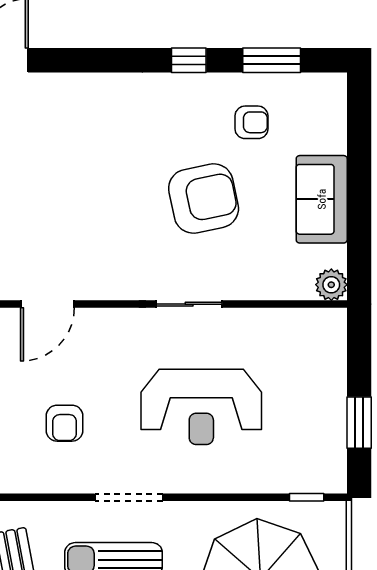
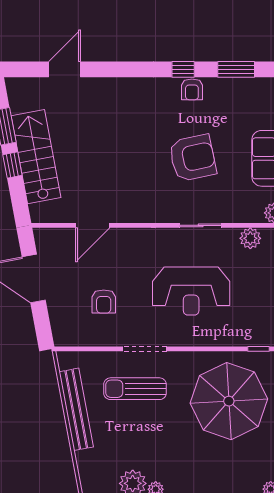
armchair: (251, 122) -> (192, 89), moved, turned 90
sliding door: (189, 304) -> (201, 225), moved
plant: (294, 324) -> (250, 238), added

